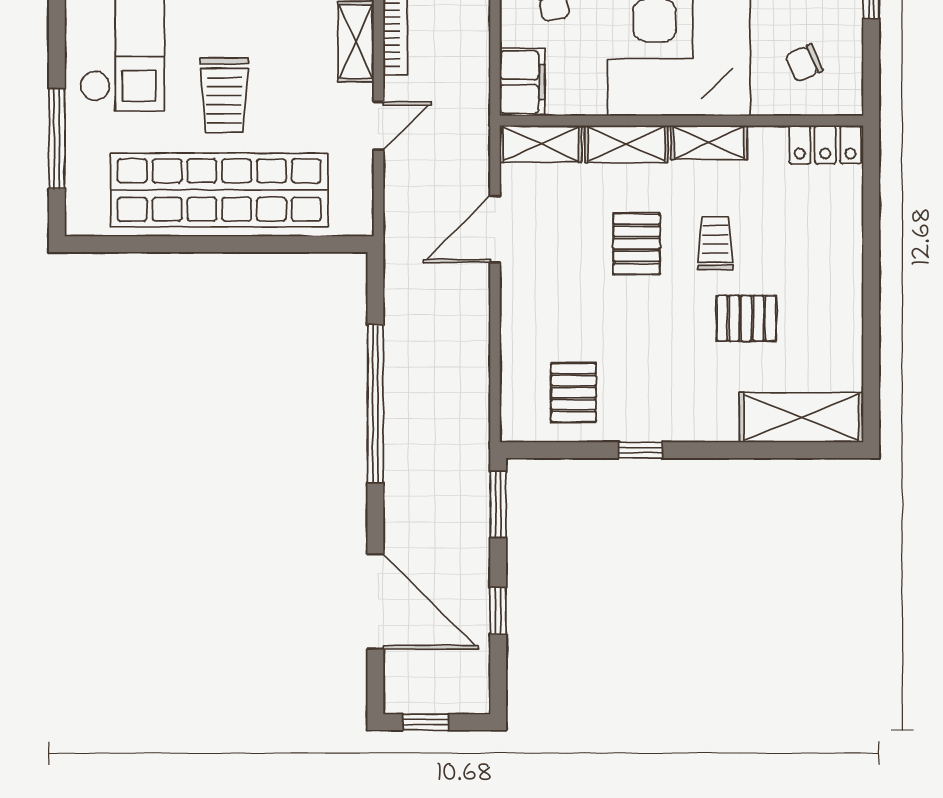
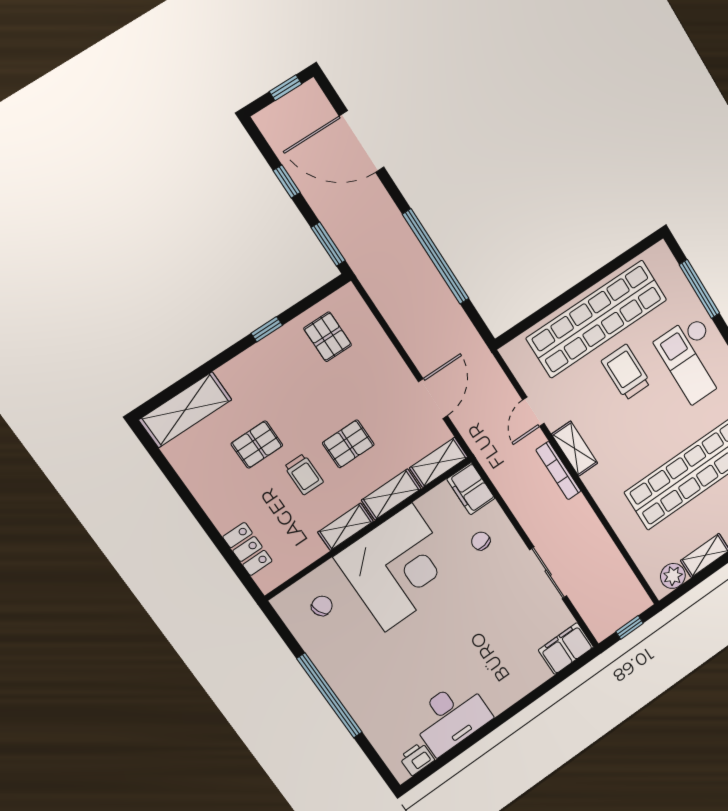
locker: (825, 145) -> (248, 549), moved, turned 90
pallet: (637, 244) -> (348, 444), turned 90

